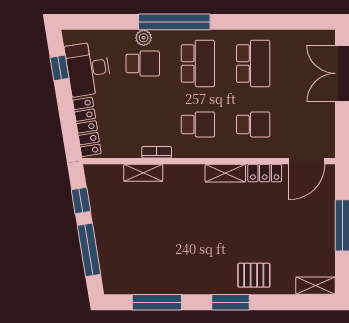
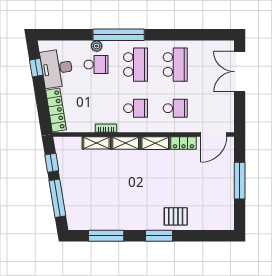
shelving: (316, 286) -> (126, 143), moved

